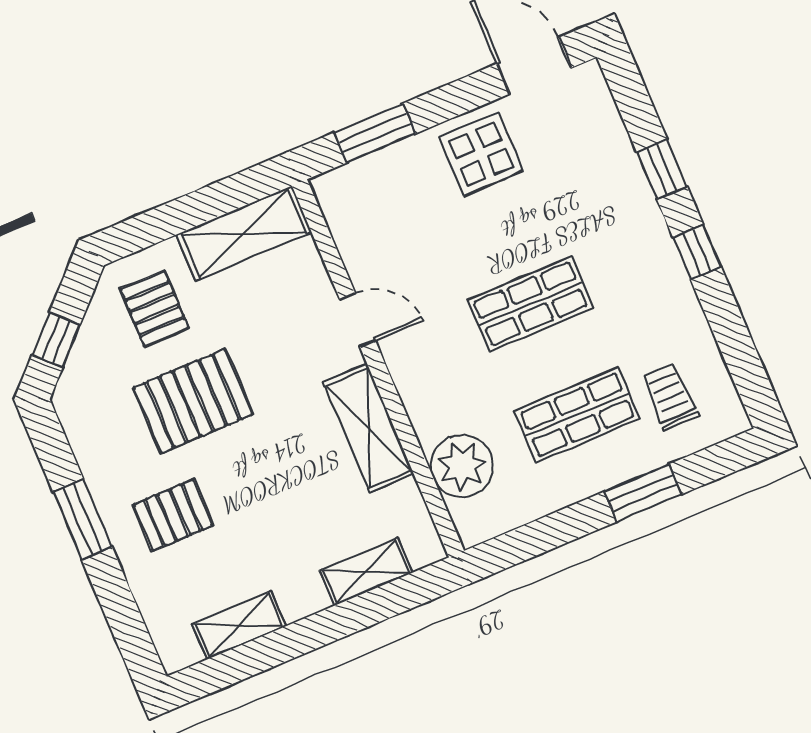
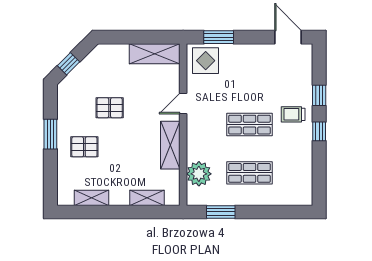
display table: (481, 154) -> (206, 61), moved
pallet: (154, 309) -> (110, 68), removed
door: (358, 320) -> (183, 104), swing flipped
trolley: (670, 397) -> (293, 114), moved, turned -90
pallet: (193, 401) -> (110, 108), width x0.67, depth x0.71
window: (643, 493) -> (221, 212), moved

